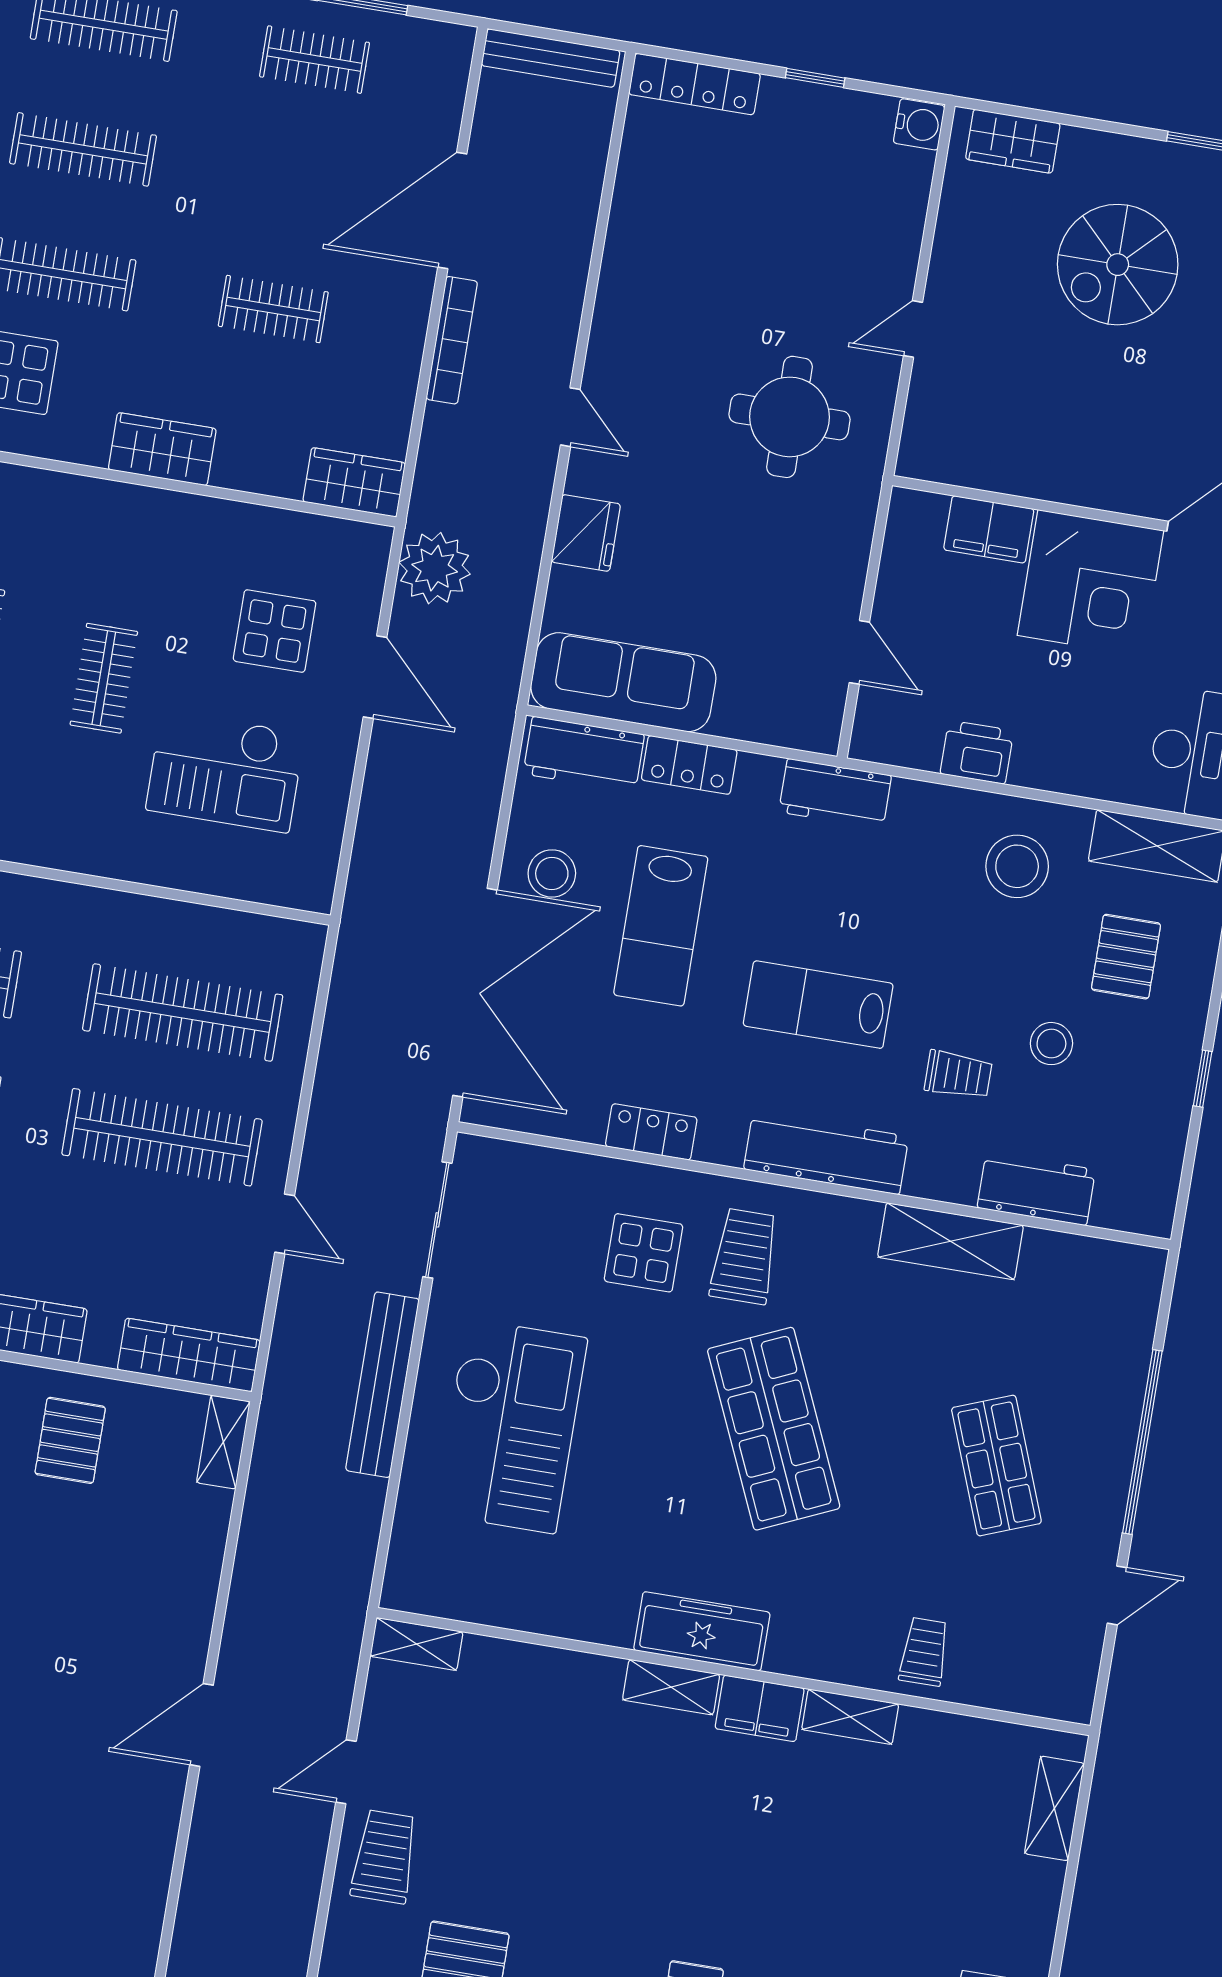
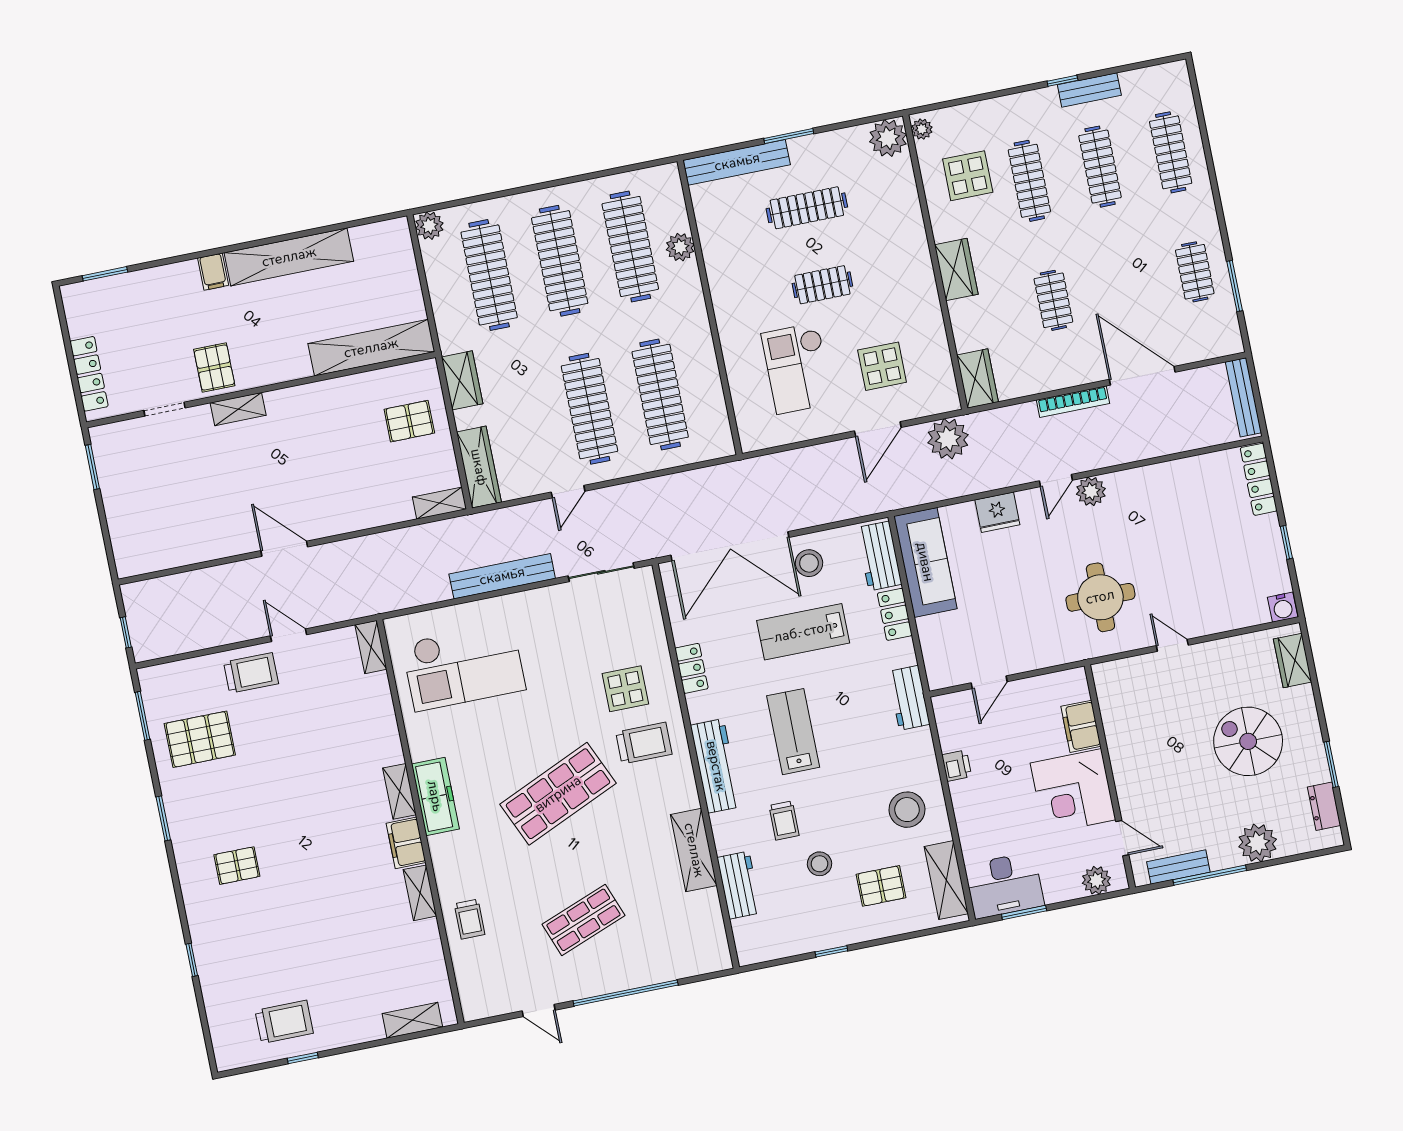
plant: (610, 367) -> (1091, 491), added
printer: (977, 752) -> (957, 766), width x0.73, depth x0.81
checkout: (511, 1426) -> (464, 667), moved
trolley: (924, 1652) -> (470, 919), turned 90

